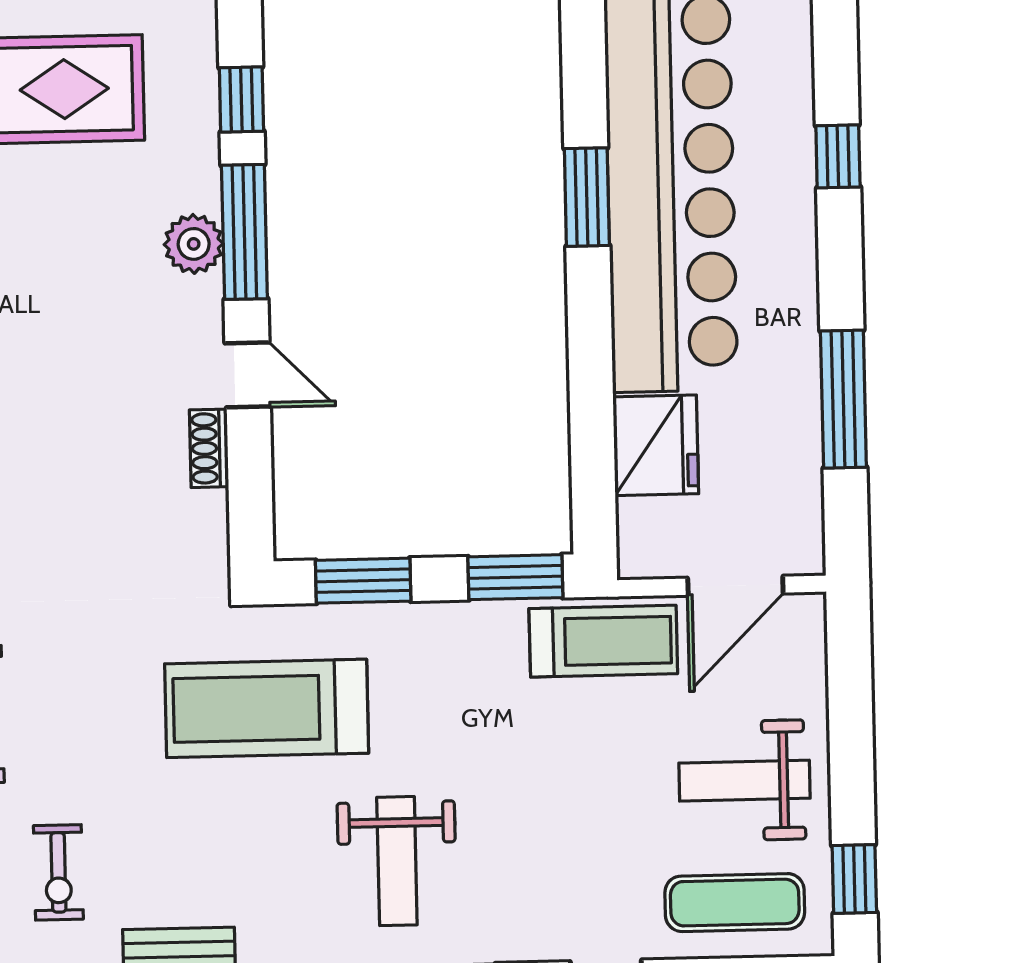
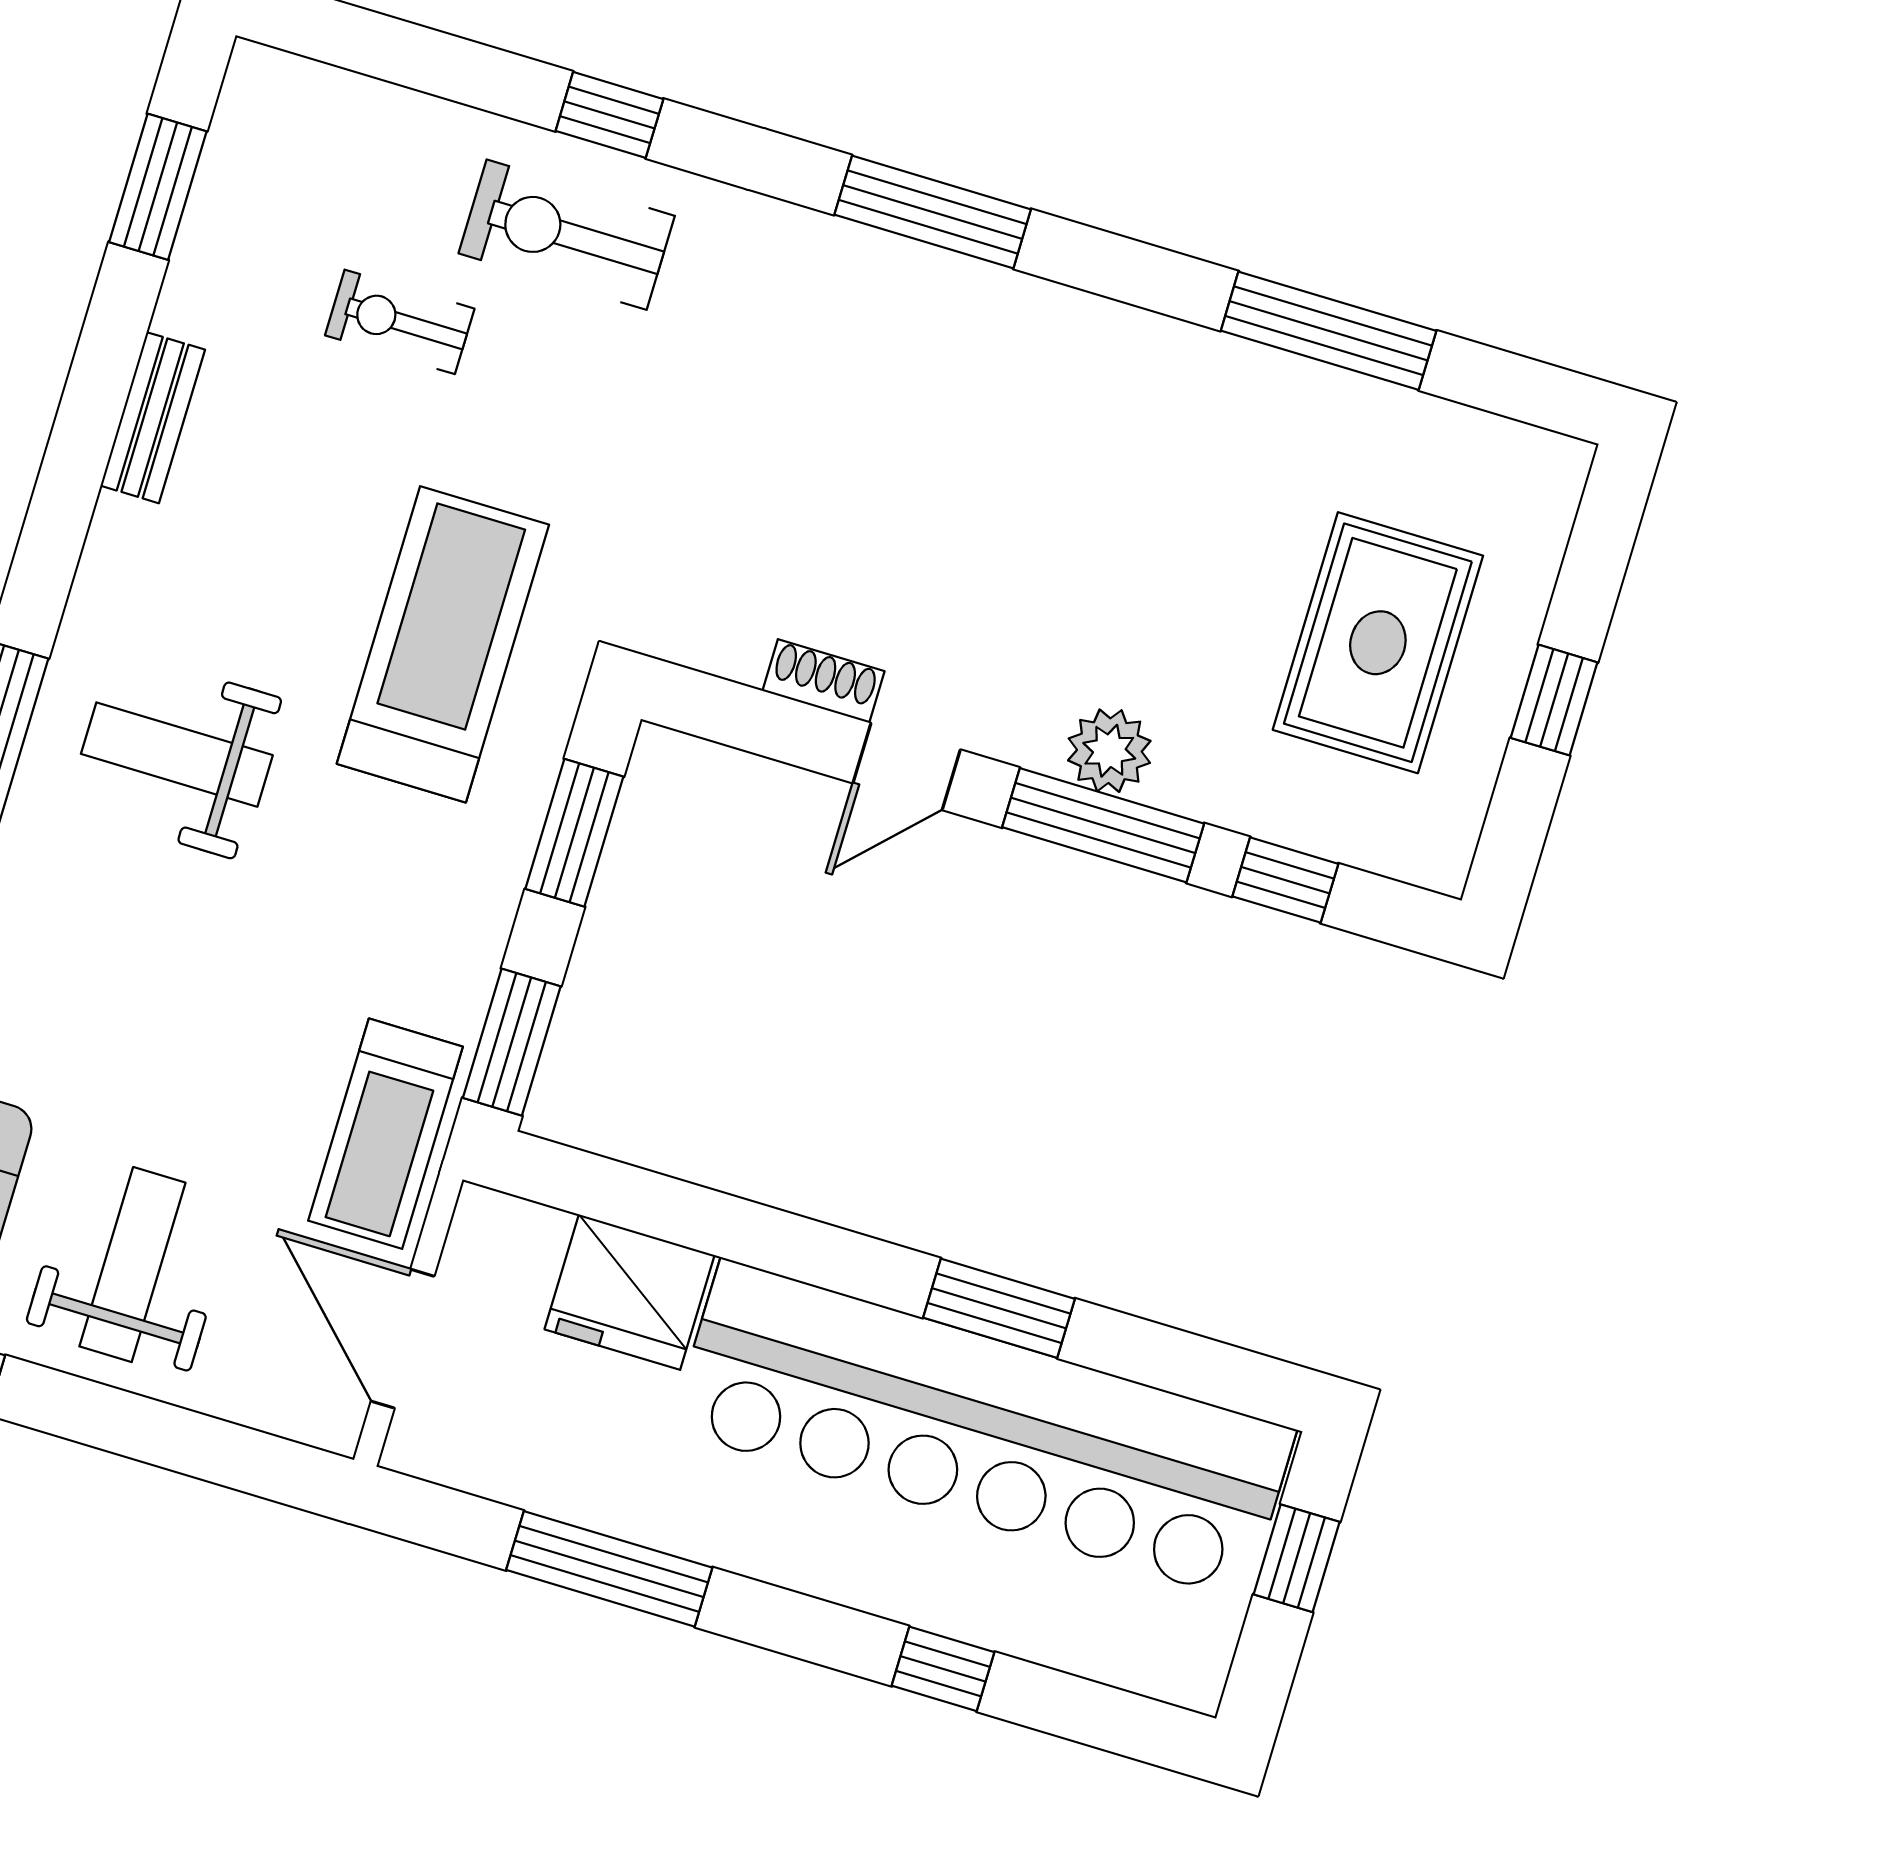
exercise bike: (58, 872) -> (400, 322), moved

